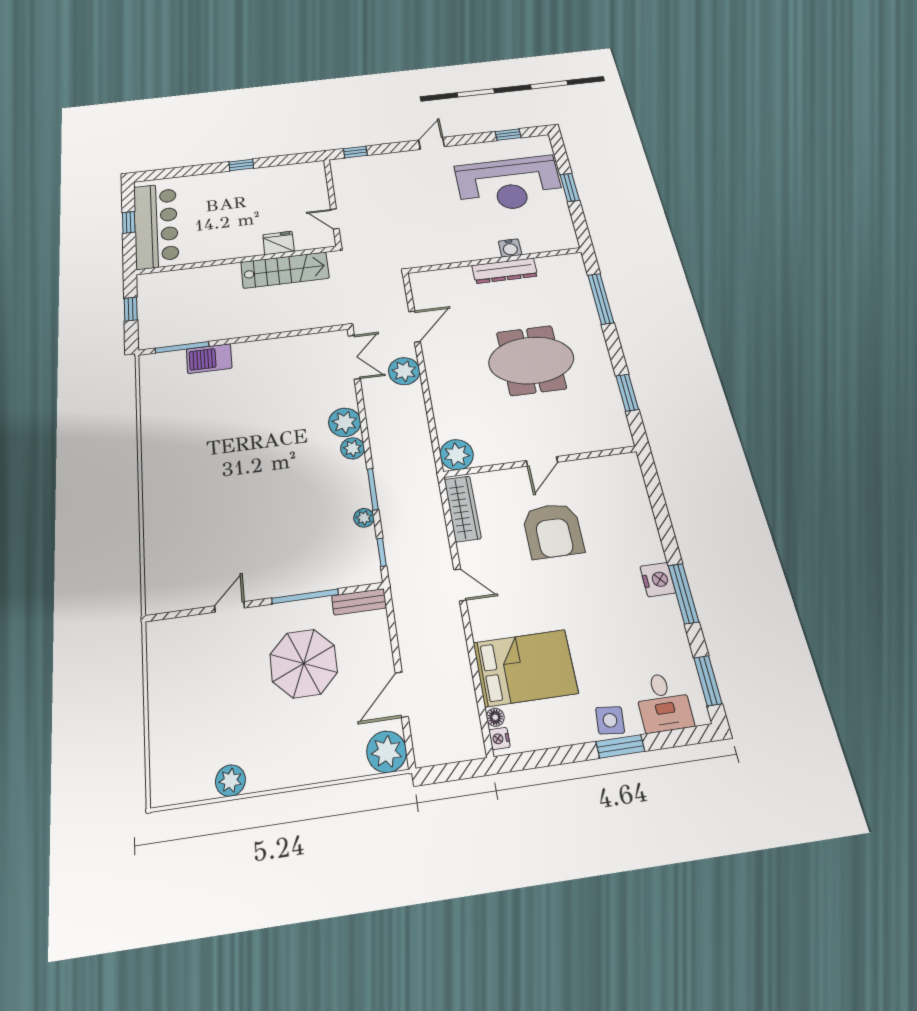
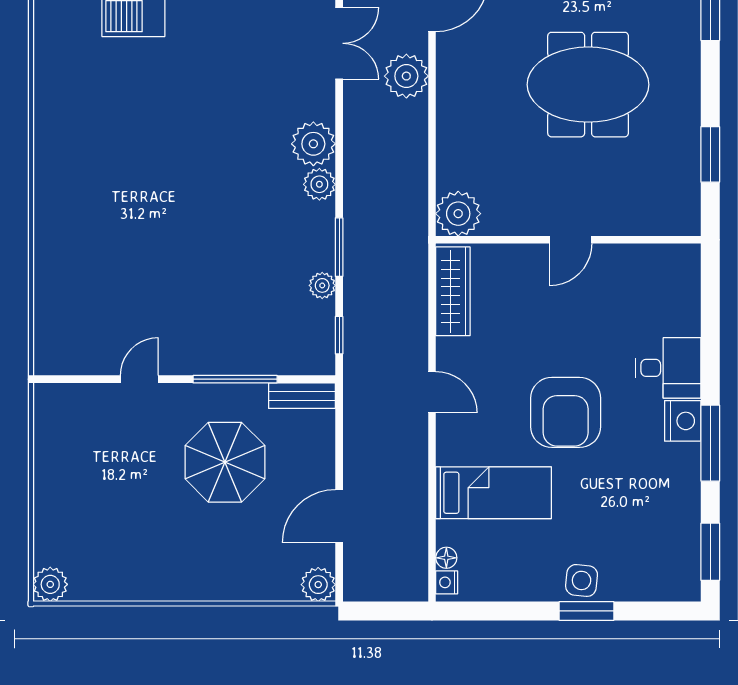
armchair: (553, 531) -> (566, 412), moved
bed: (525, 668) -> (494, 493), width x0.67
desk: (663, 702) -> (668, 368), moved, turned -90
plant: (387, 752) -> (318, 585), width x0.73, depth x0.73
plant: (230, 781) -> (50, 584), moved

